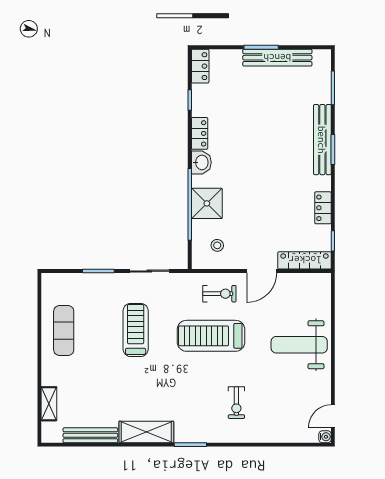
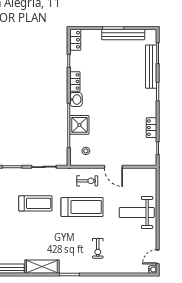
bench: (322, 140) -> (151, 67), moved
locker: (305, 260) -> (140, 160), removed
door: (262, 271) -> (113, 167), hinge flipped
treadmill: (136, 330) -> (35, 203), turned 90
treadmill: (211, 336) -> (82, 207), turned 180

